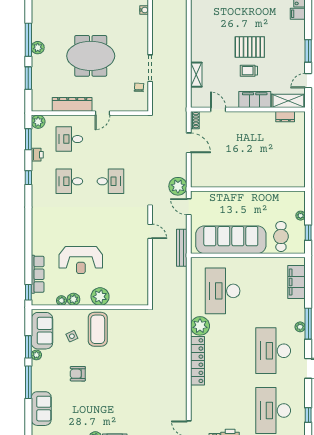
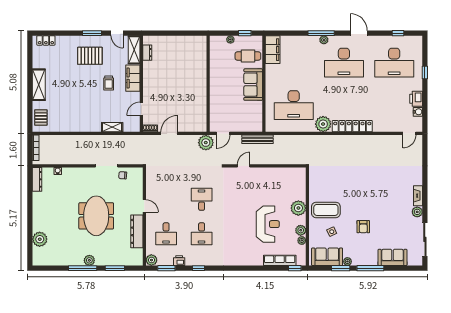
filing cabinet: (298, 14) -> (61, 42), removed
pallet: (250, 47) -> (90, 56), moved, turned 90
sofa: (231, 240) -> (253, 85), width x0.54, depth x0.79
filing cabinet: (297, 282) -> (273, 50), moved, turned -90

